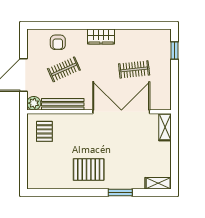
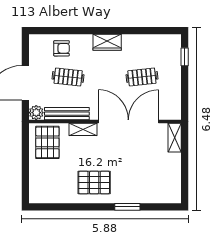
armchair: (58, 42) -> (62, 48), turned -90
clothes rail: (64, 69) -> (68, 77), turned 30
pallet: (44, 131) -> (47, 142), width x1.50, depth x1.42
shelving: (158, 183) -> (83, 129), moved

